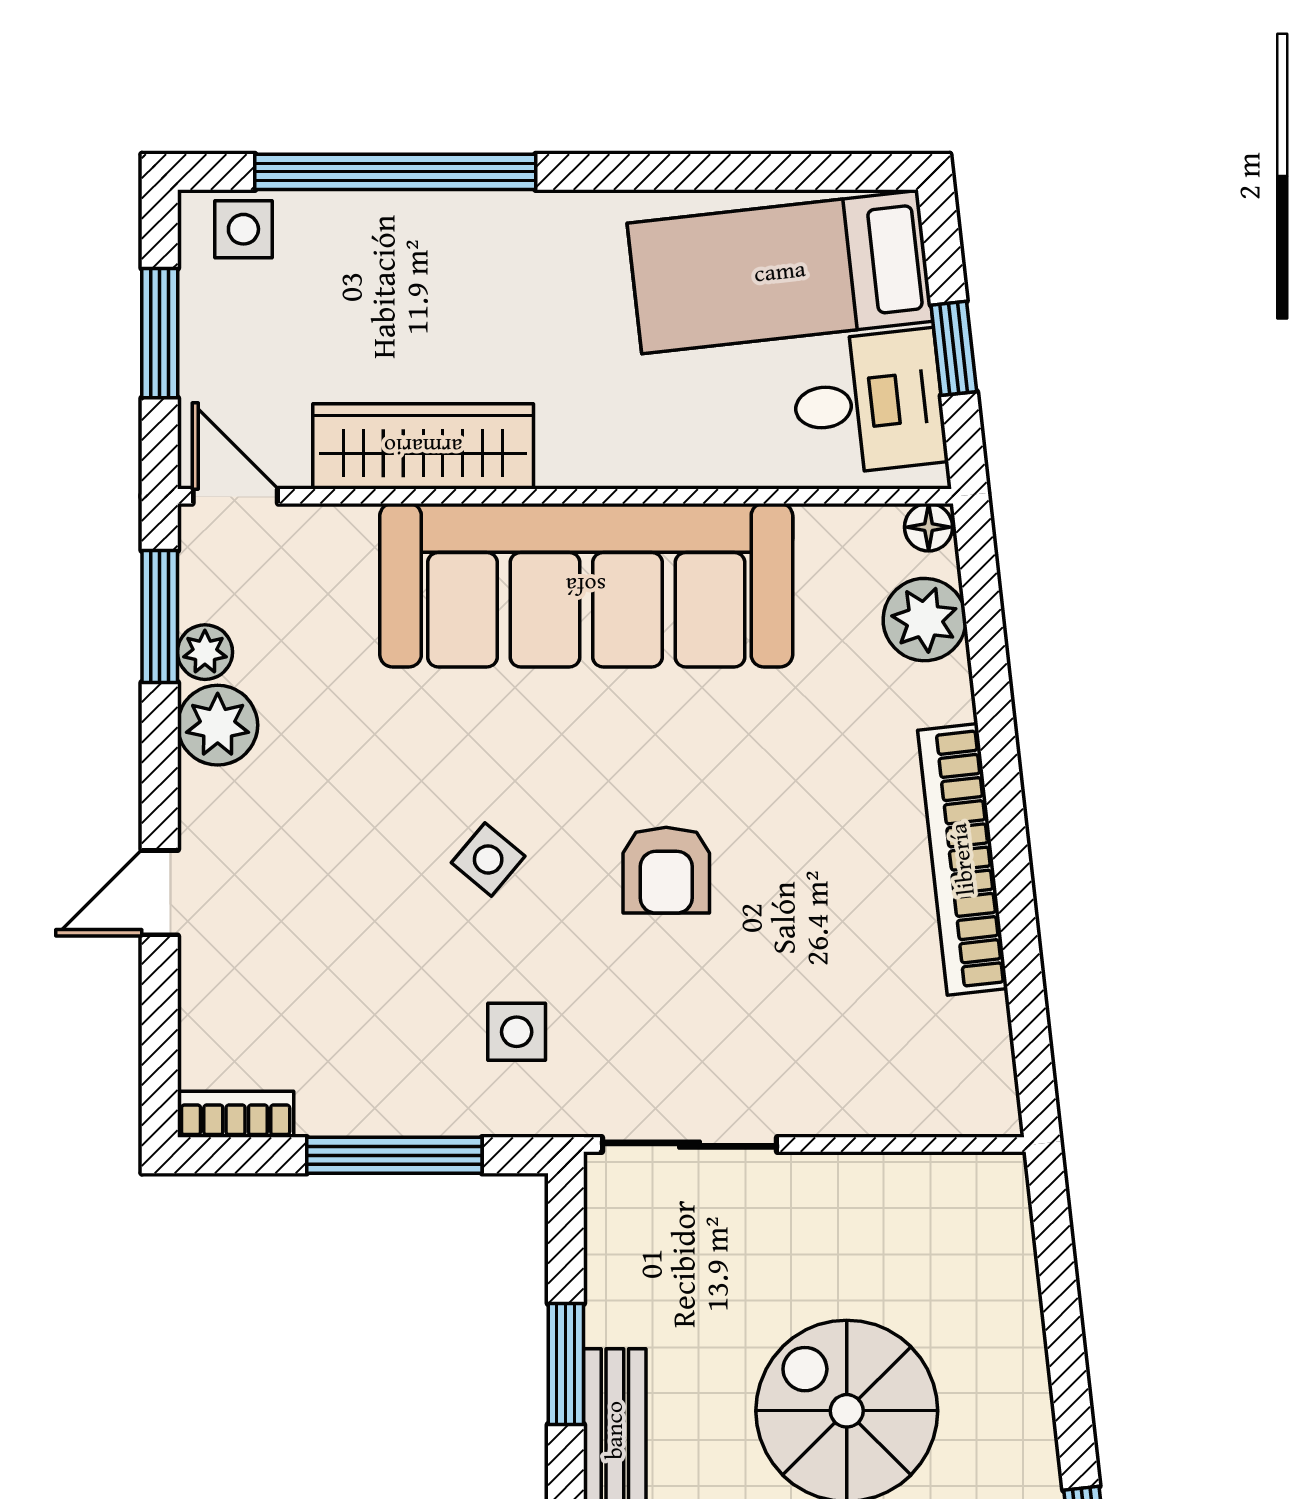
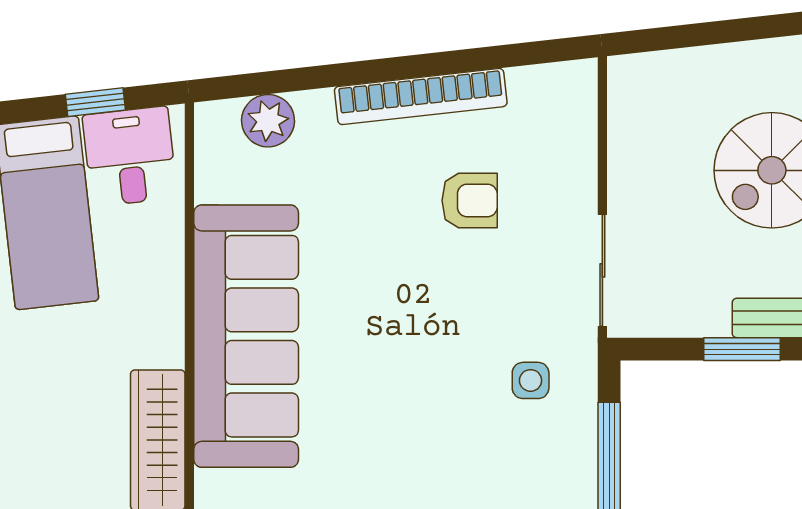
floor lamp: (929, 527) -> (209, 118), removed
side table: (488, 859) -> (421, 399), removed
armchair: (666, 870) -> (470, 200), moved

